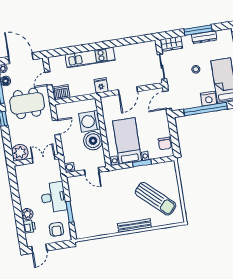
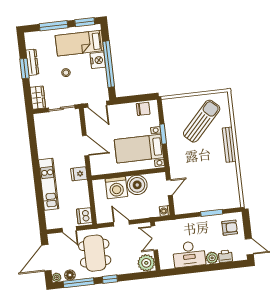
window: (198, 30) -> (24, 68), width x0.69
desk: (53, 197) -> (189, 254), moved, turned 180

